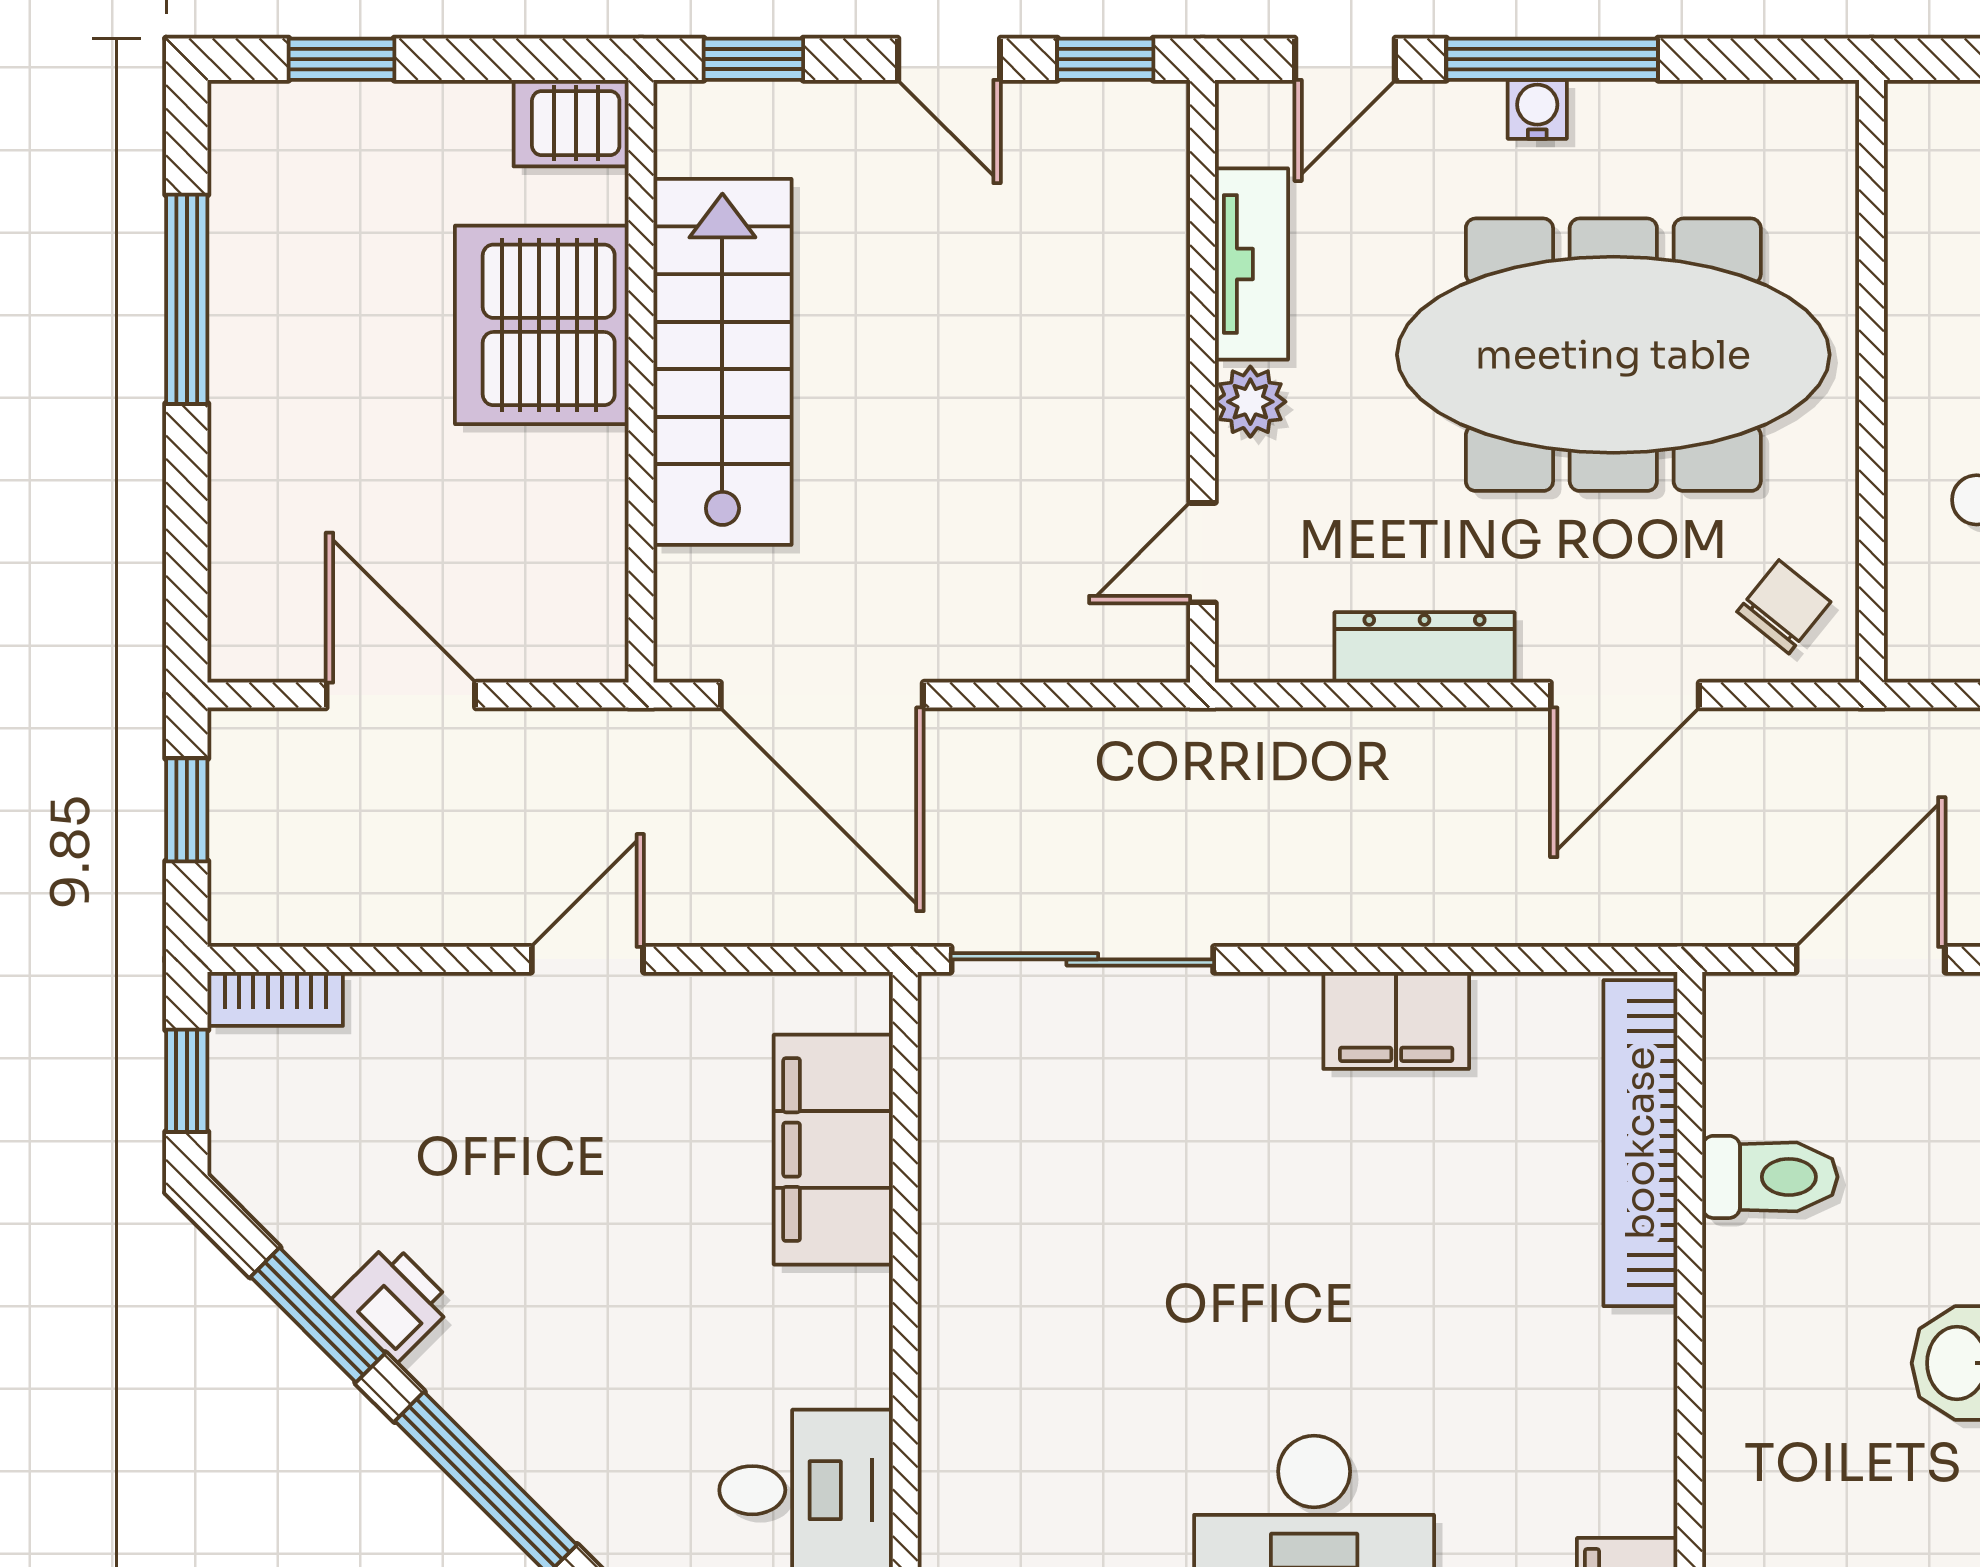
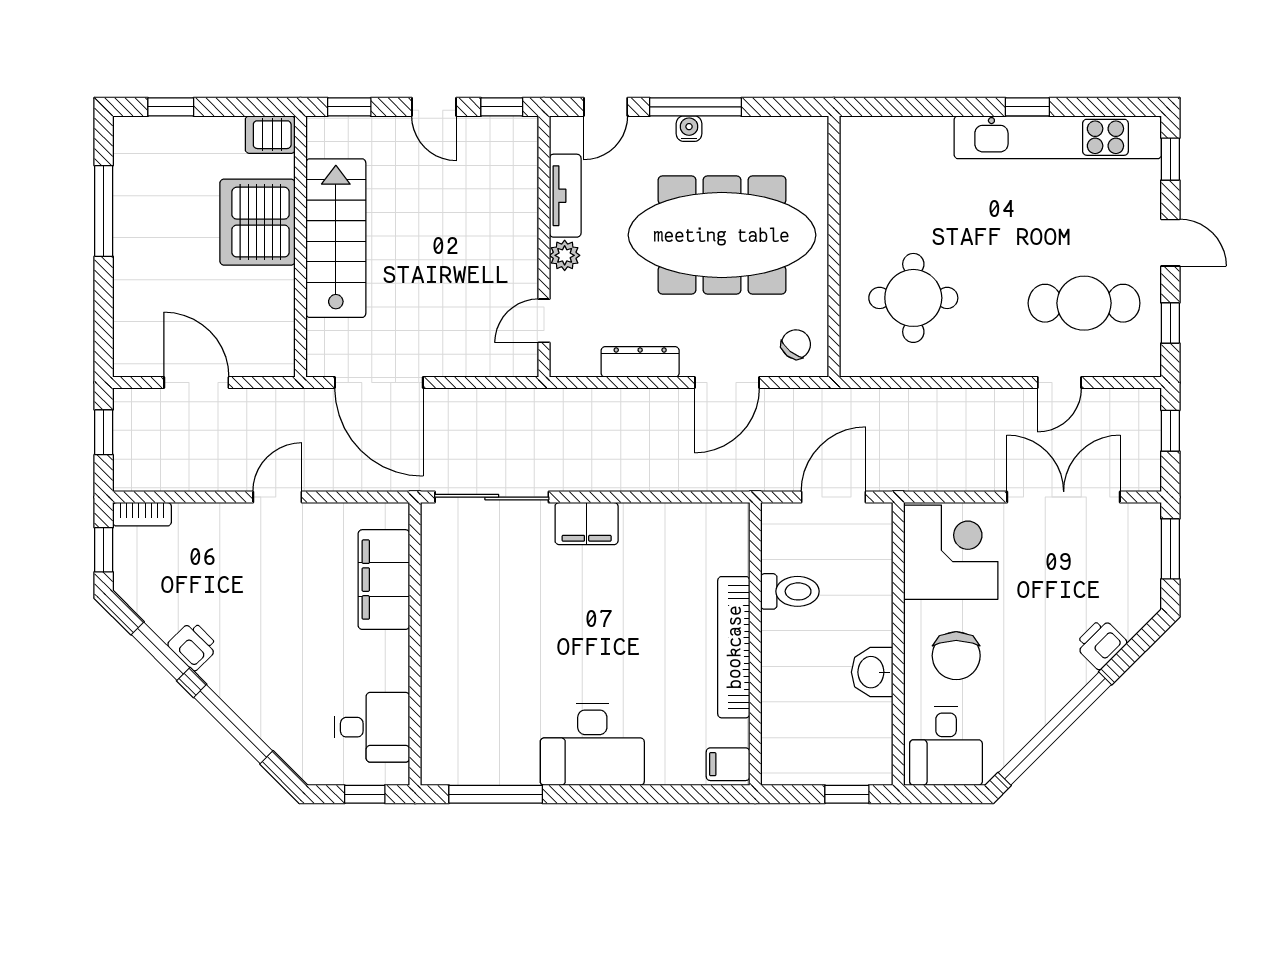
filing cabinet: (1396, 1020) -> (587, 524), moved
bookcase: (1640, 1143) -> (734, 647), moved

